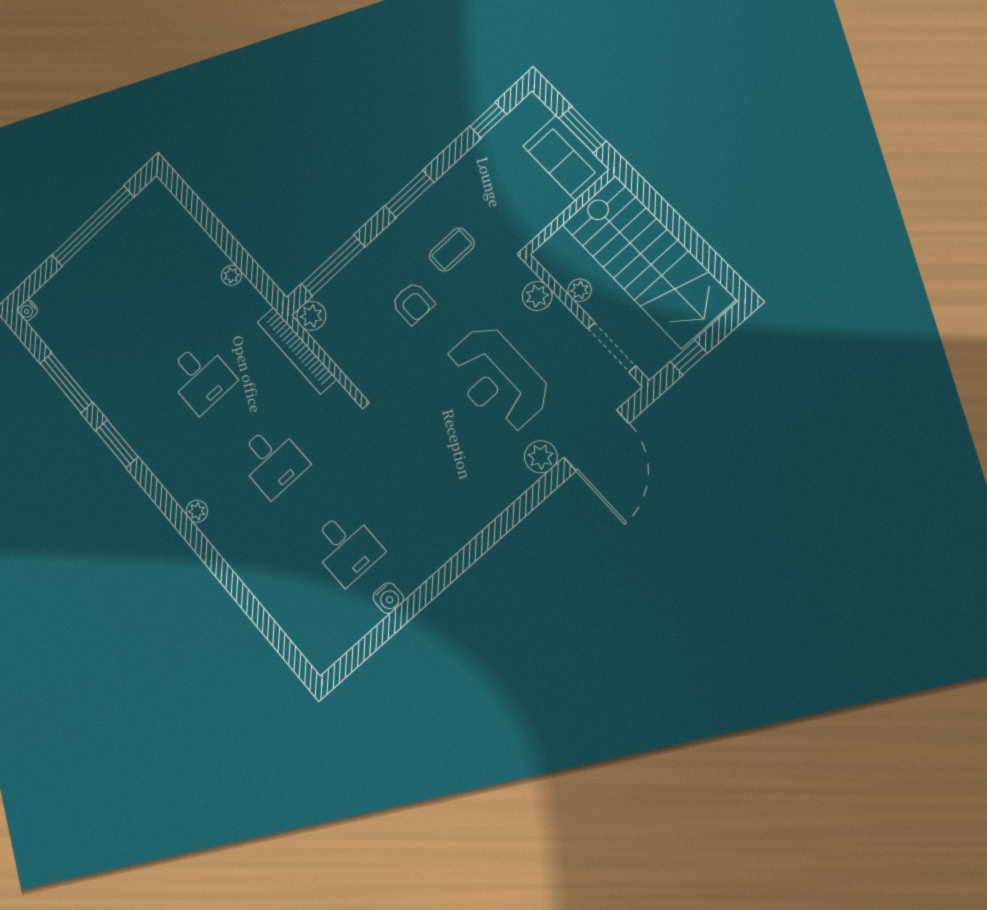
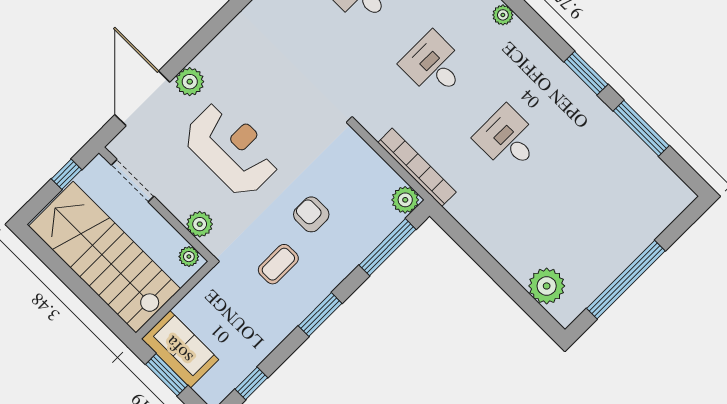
plant: (232, 275) -> (547, 286), moved, width x1.88, depth x1.88
plant: (580, 290) -> (189, 257), moved
water cooler: (28, 310) -> (686, 196), removed

